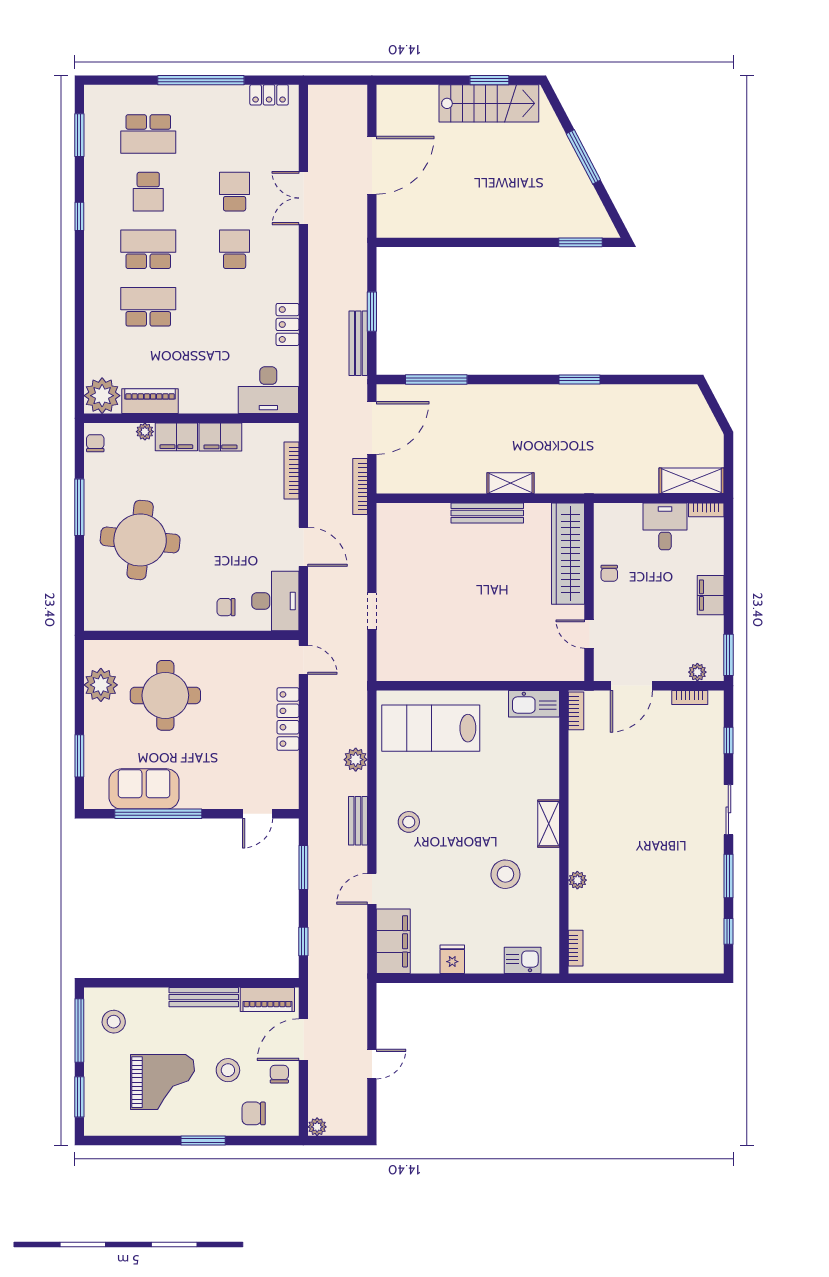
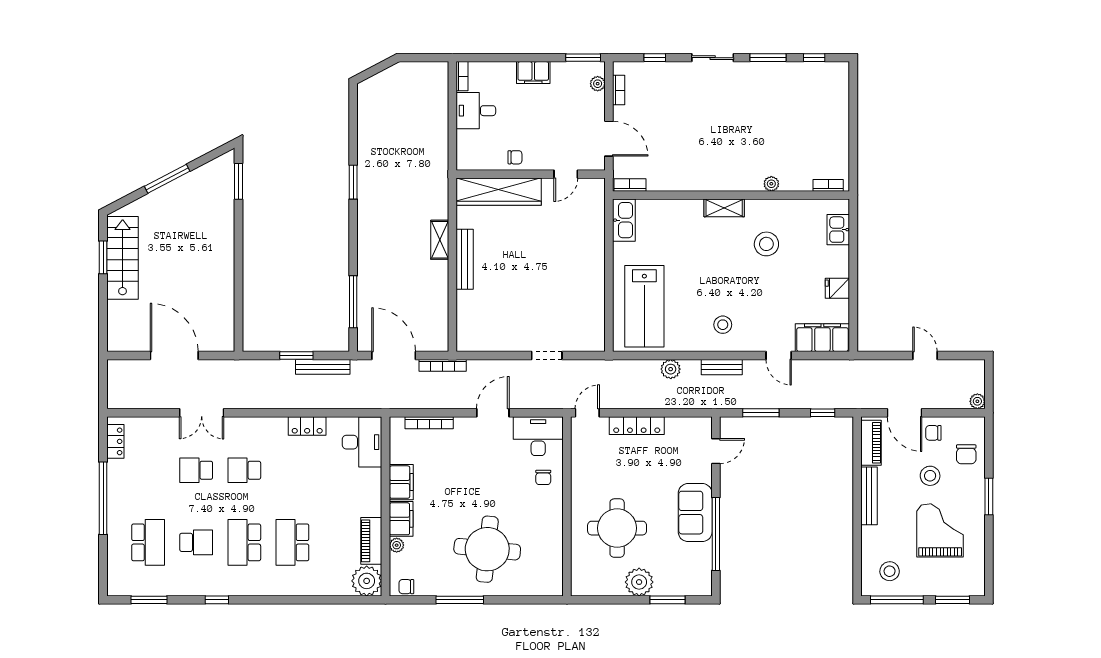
shelving: (692, 481) -> (438, 89), removed
plant: (101, 685) -> (639, 582), moved
sofa: (144, 789) -> (695, 513), moved
door: (258, 814) -> (716, 451), hinge flipped

